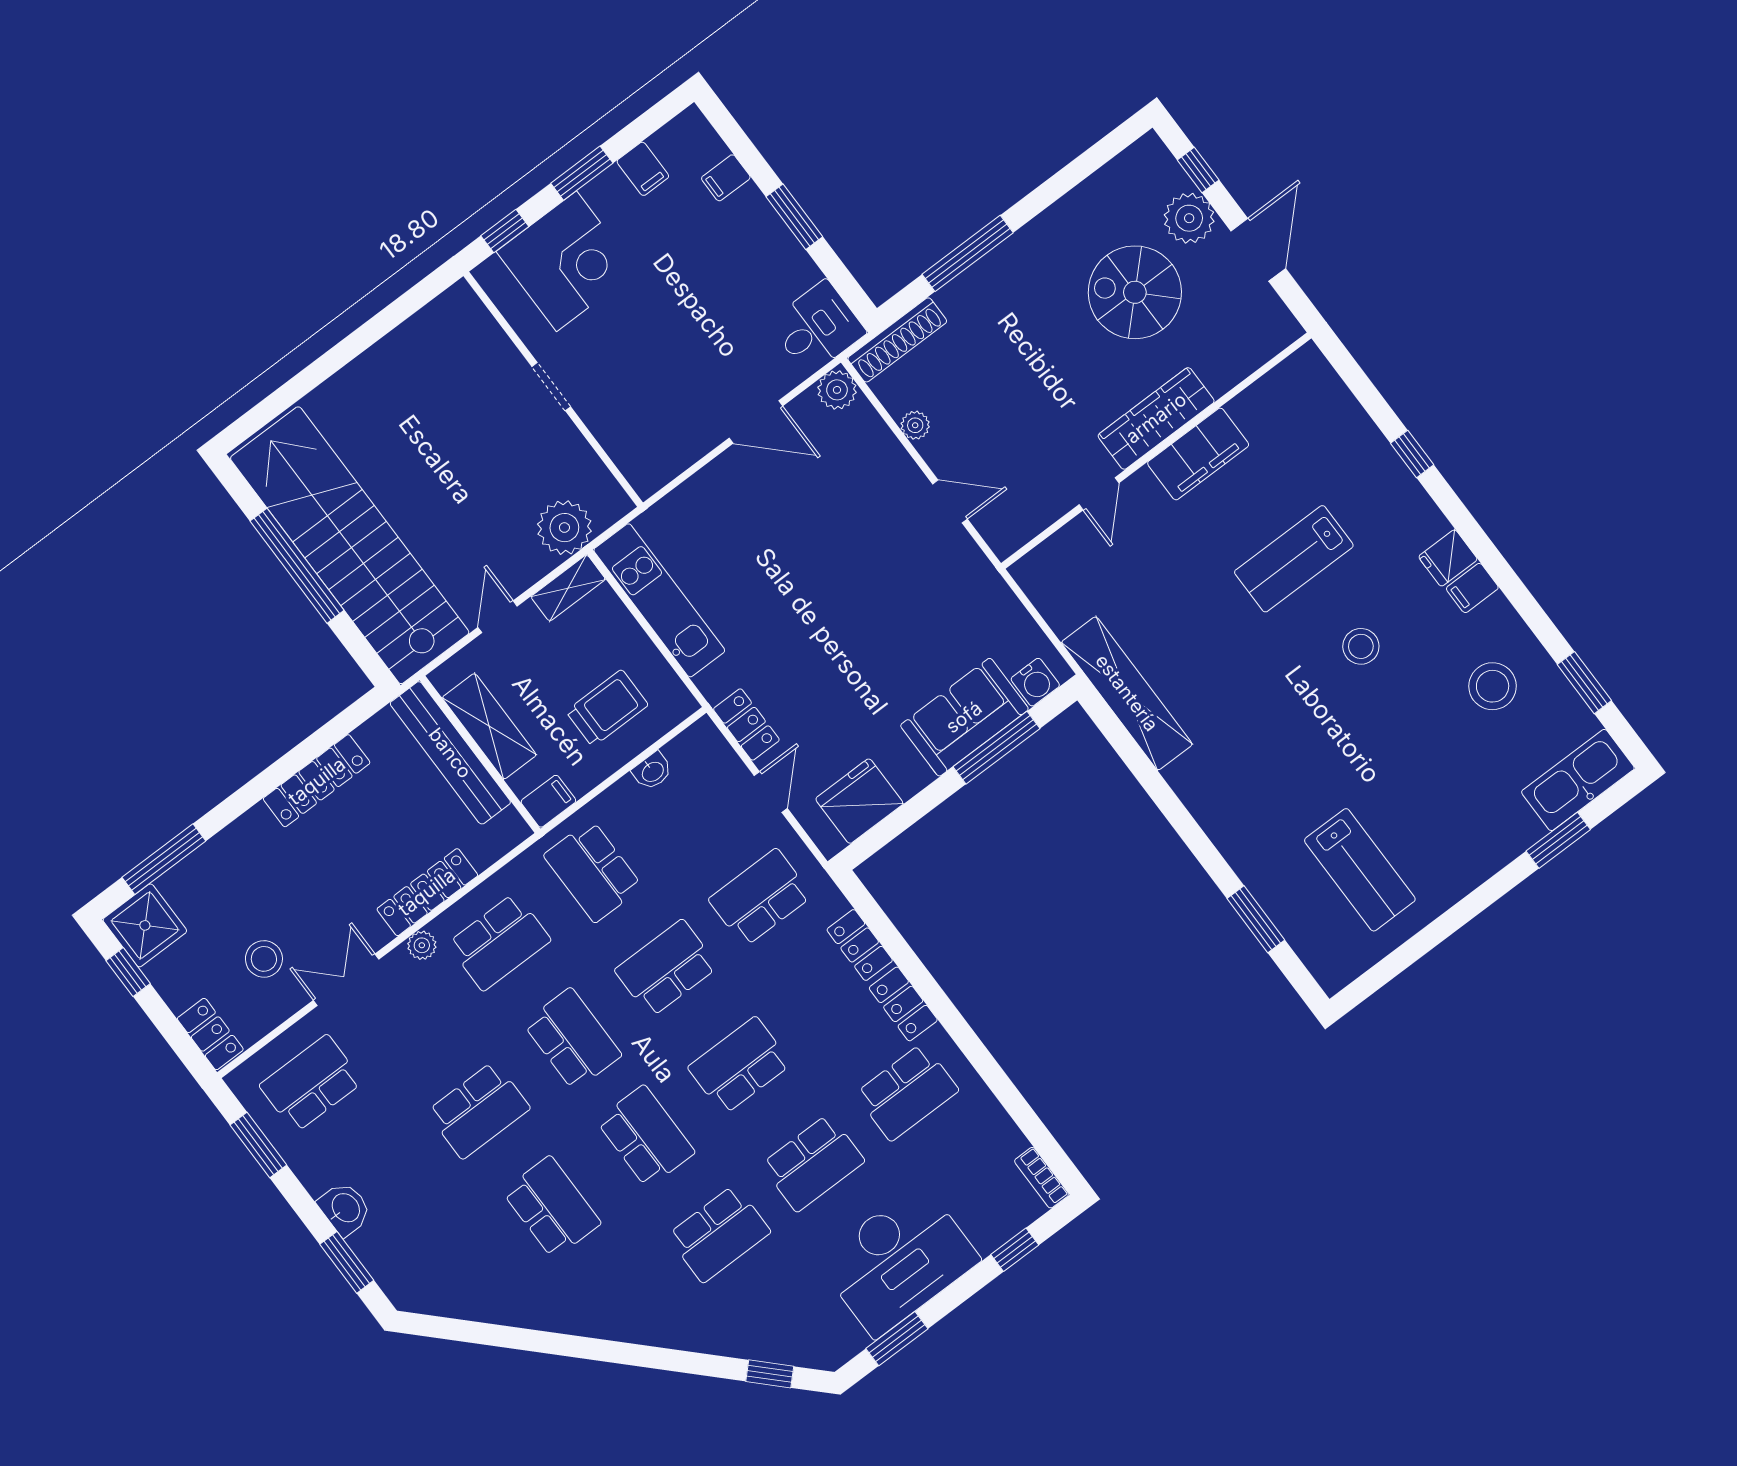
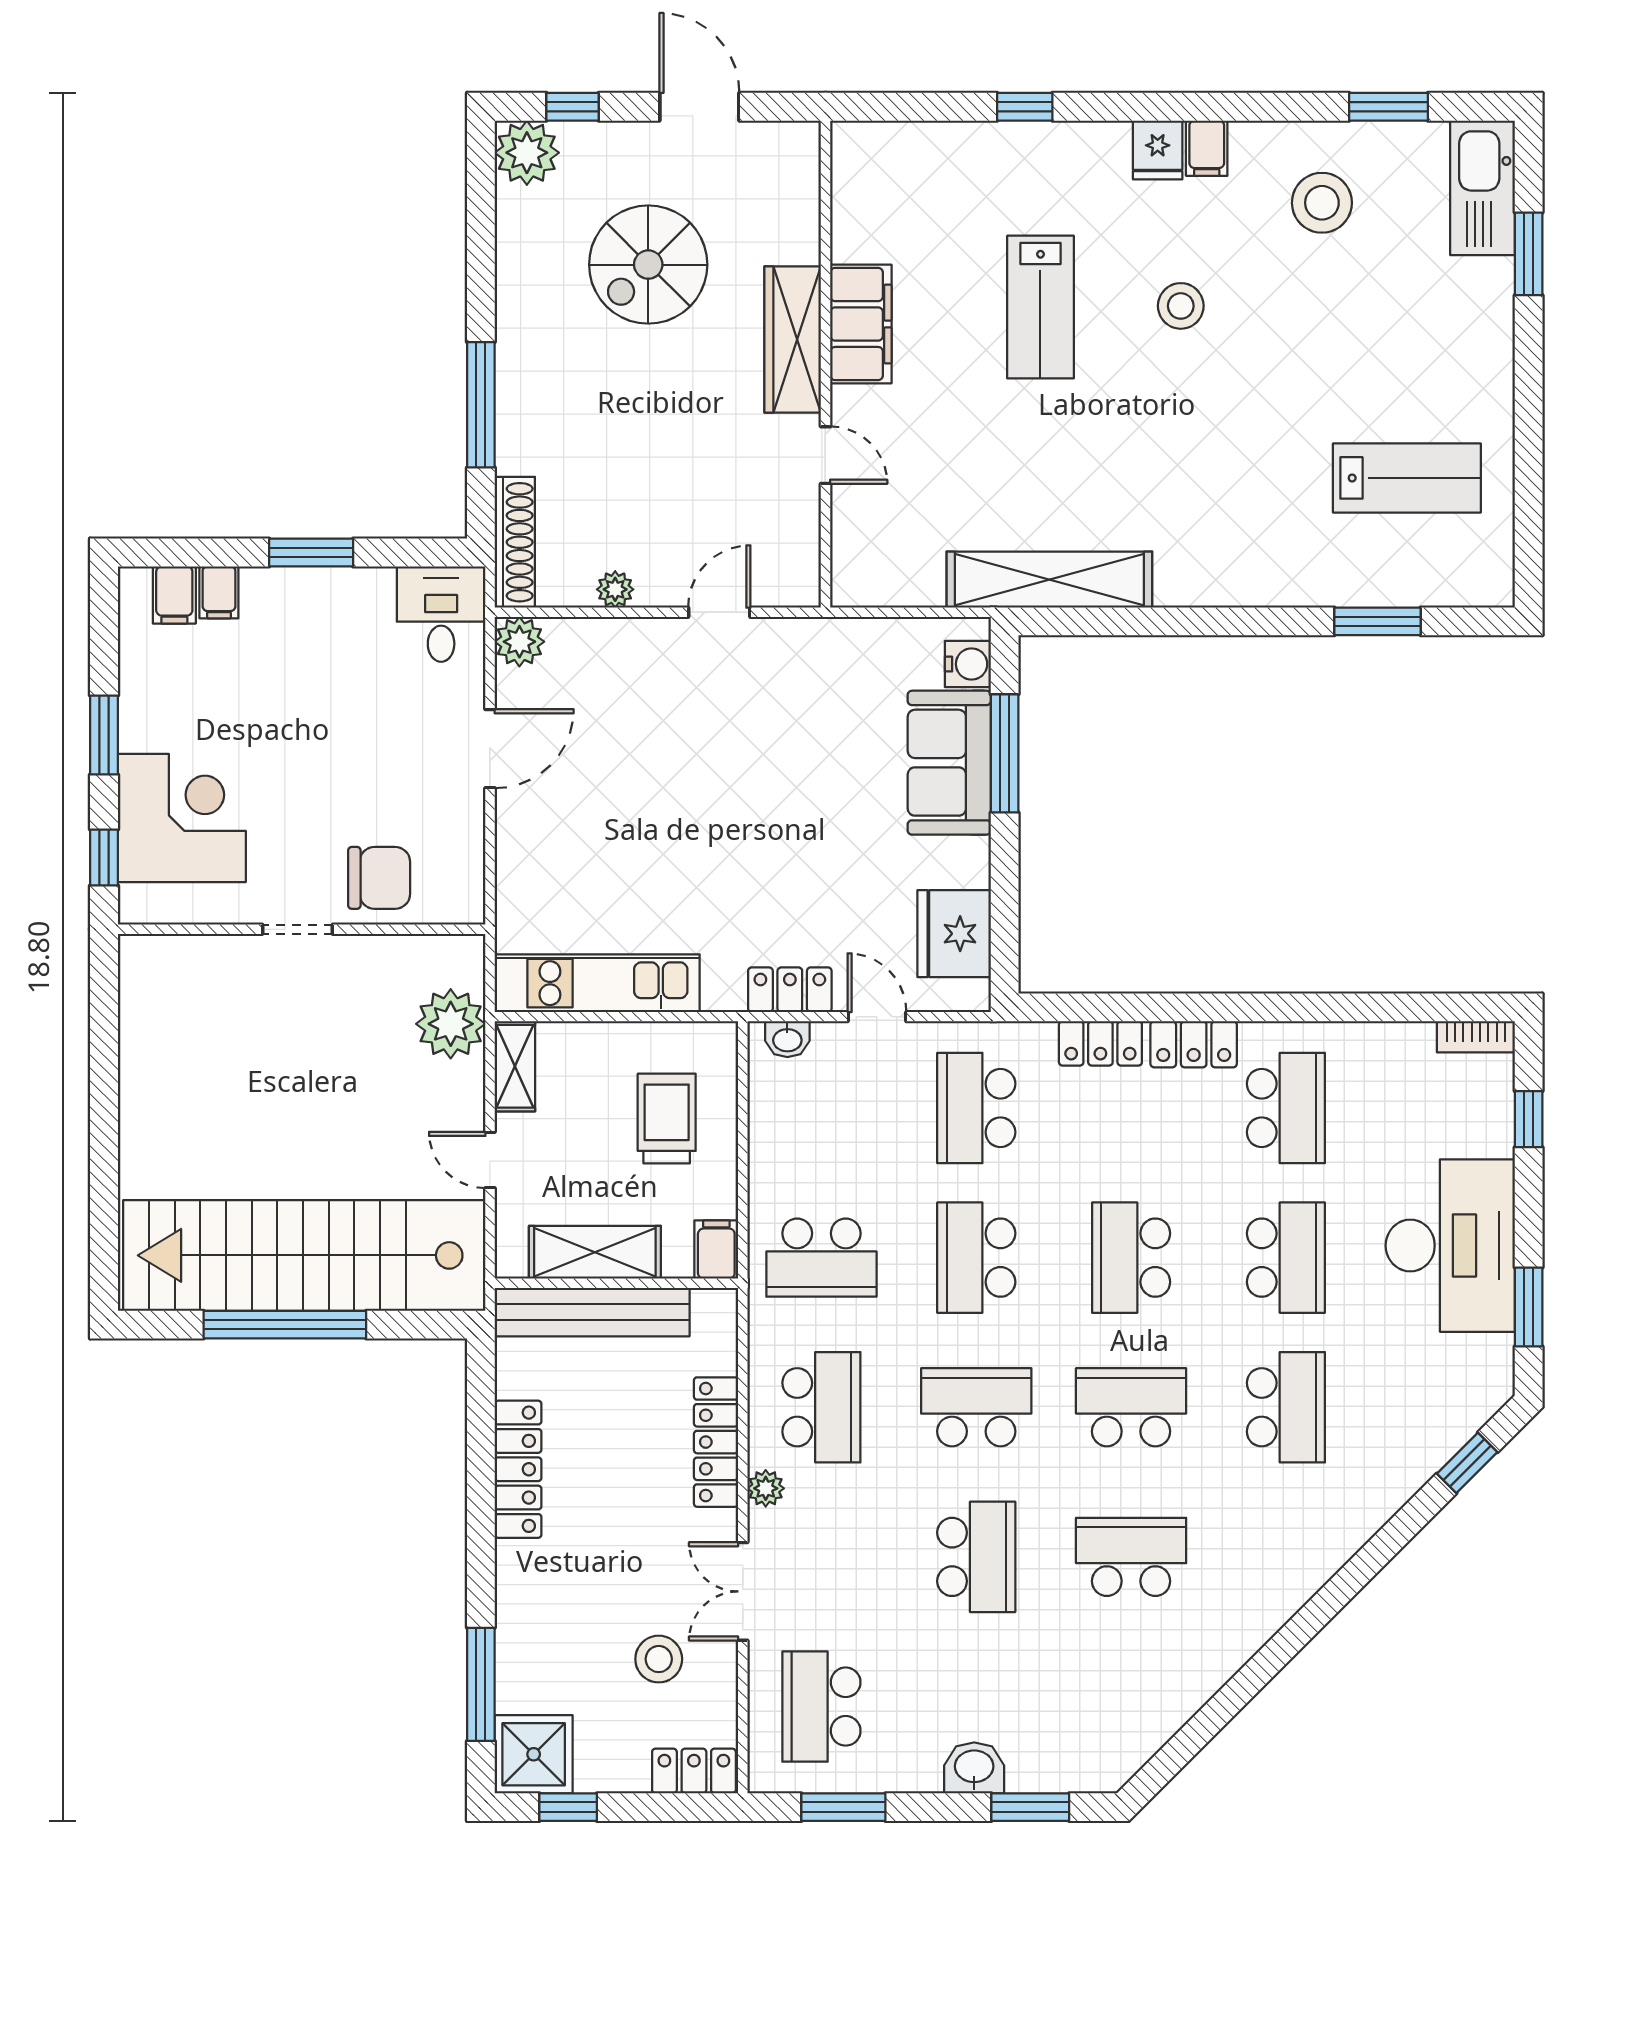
filing cabinet: (643, 169) -> (174, 595), moved, turned 90
plant: (1189, 218) -> (527, 153), moved
chair: (622, 414) -> (379, 878), added
washbasin: (652, 771) -> (787, 1039), moved, turned 90

